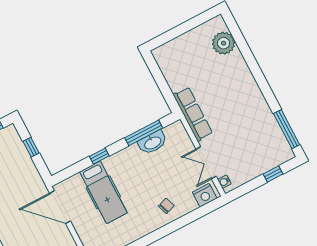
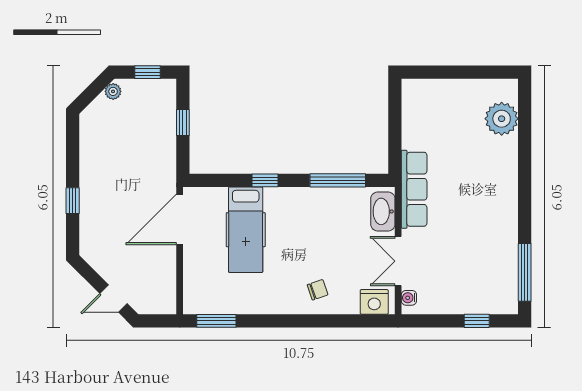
washbasin: (153, 143) -> (383, 211), moved, turned 90
door: (60, 207) -> (180, 219), hinge flipped

